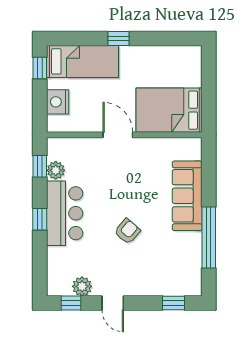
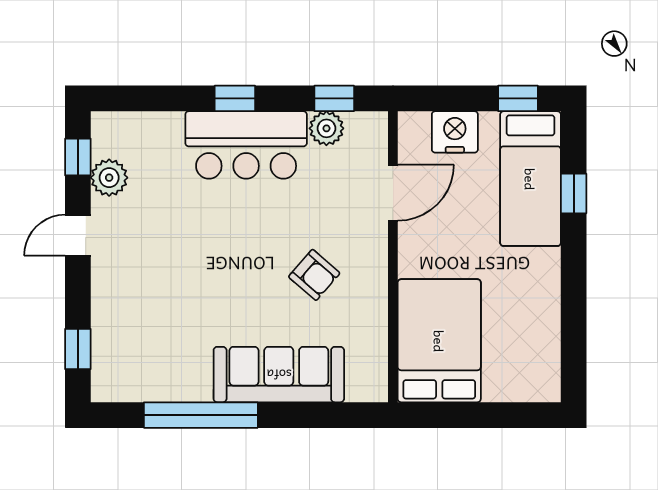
window: (118, 38) -> (574, 194), moved
door: (118, 135) -> (393, 193), moved
armchair: (127, 231) -> (314, 275), moved

